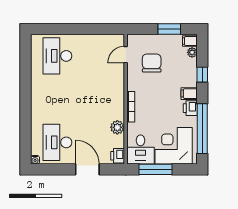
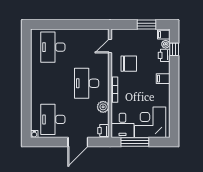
chair: (152, 63) -> (129, 64), moved, turned 90
window: (202, 75) -> (174, 49), moved
desk: (98, 99) -> (87, 83), added
printer: (190, 108) -> (164, 55), moved
window: (202, 129) -> (174, 108), removed
door: (87, 169) -> (78, 142), swing flipped

